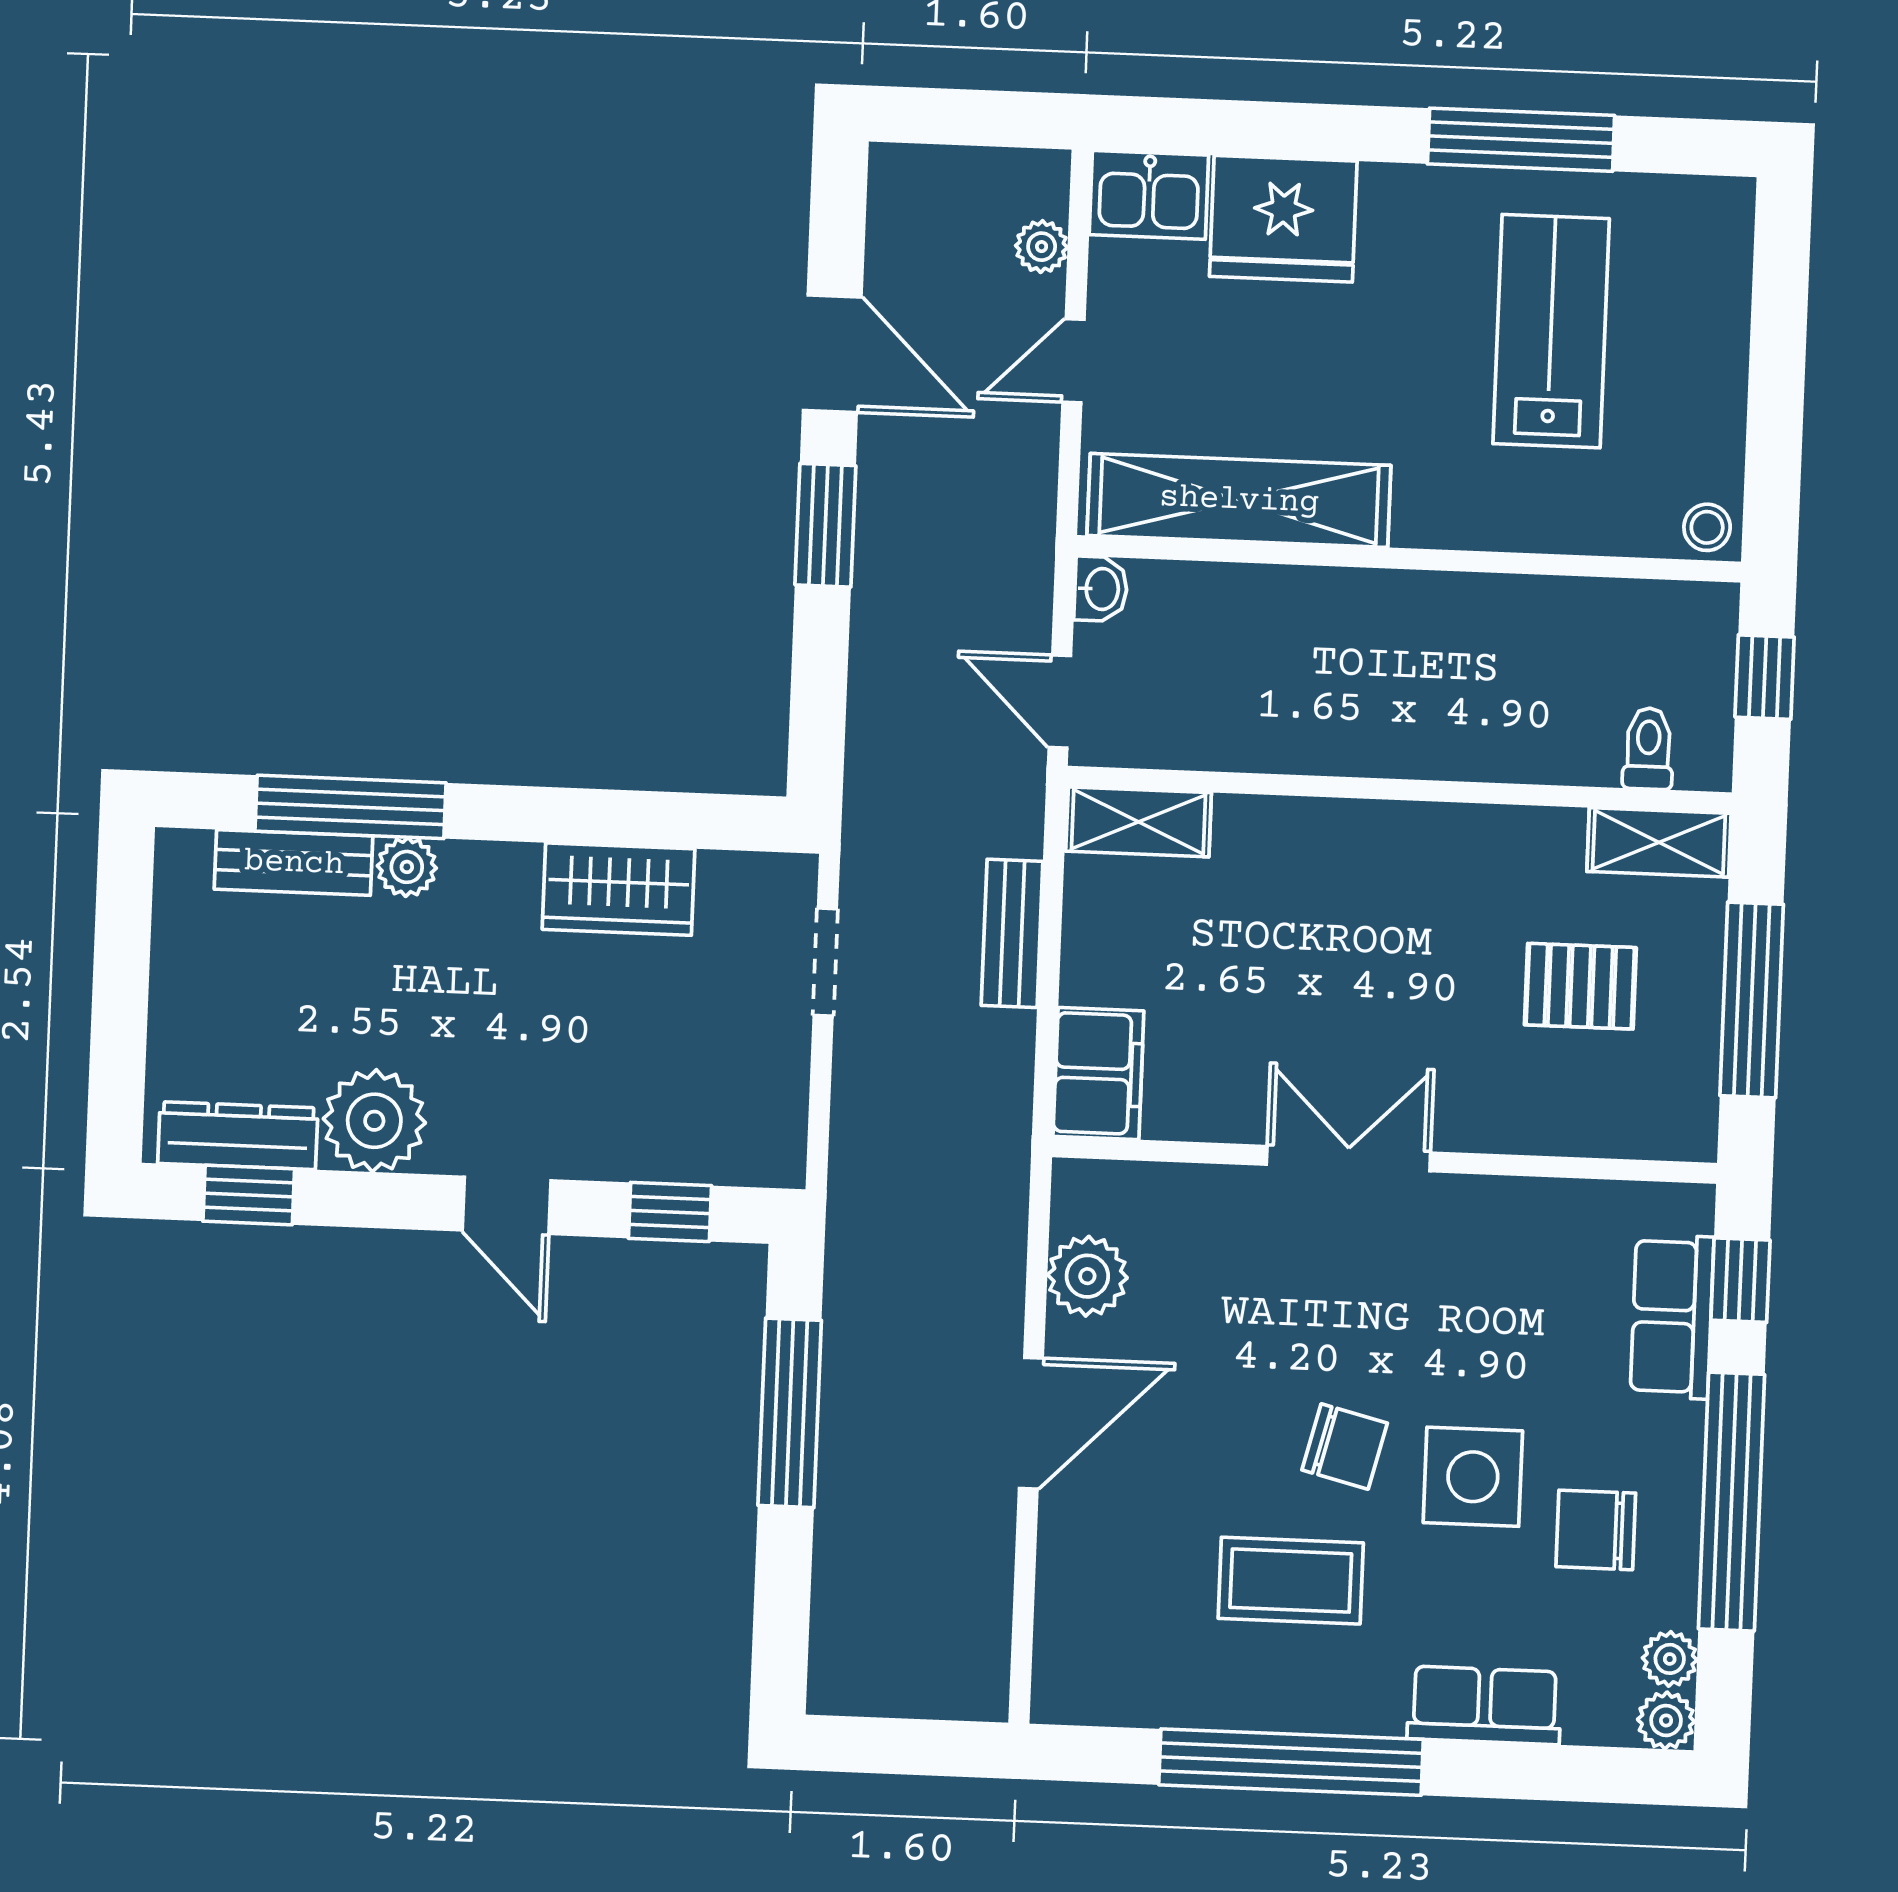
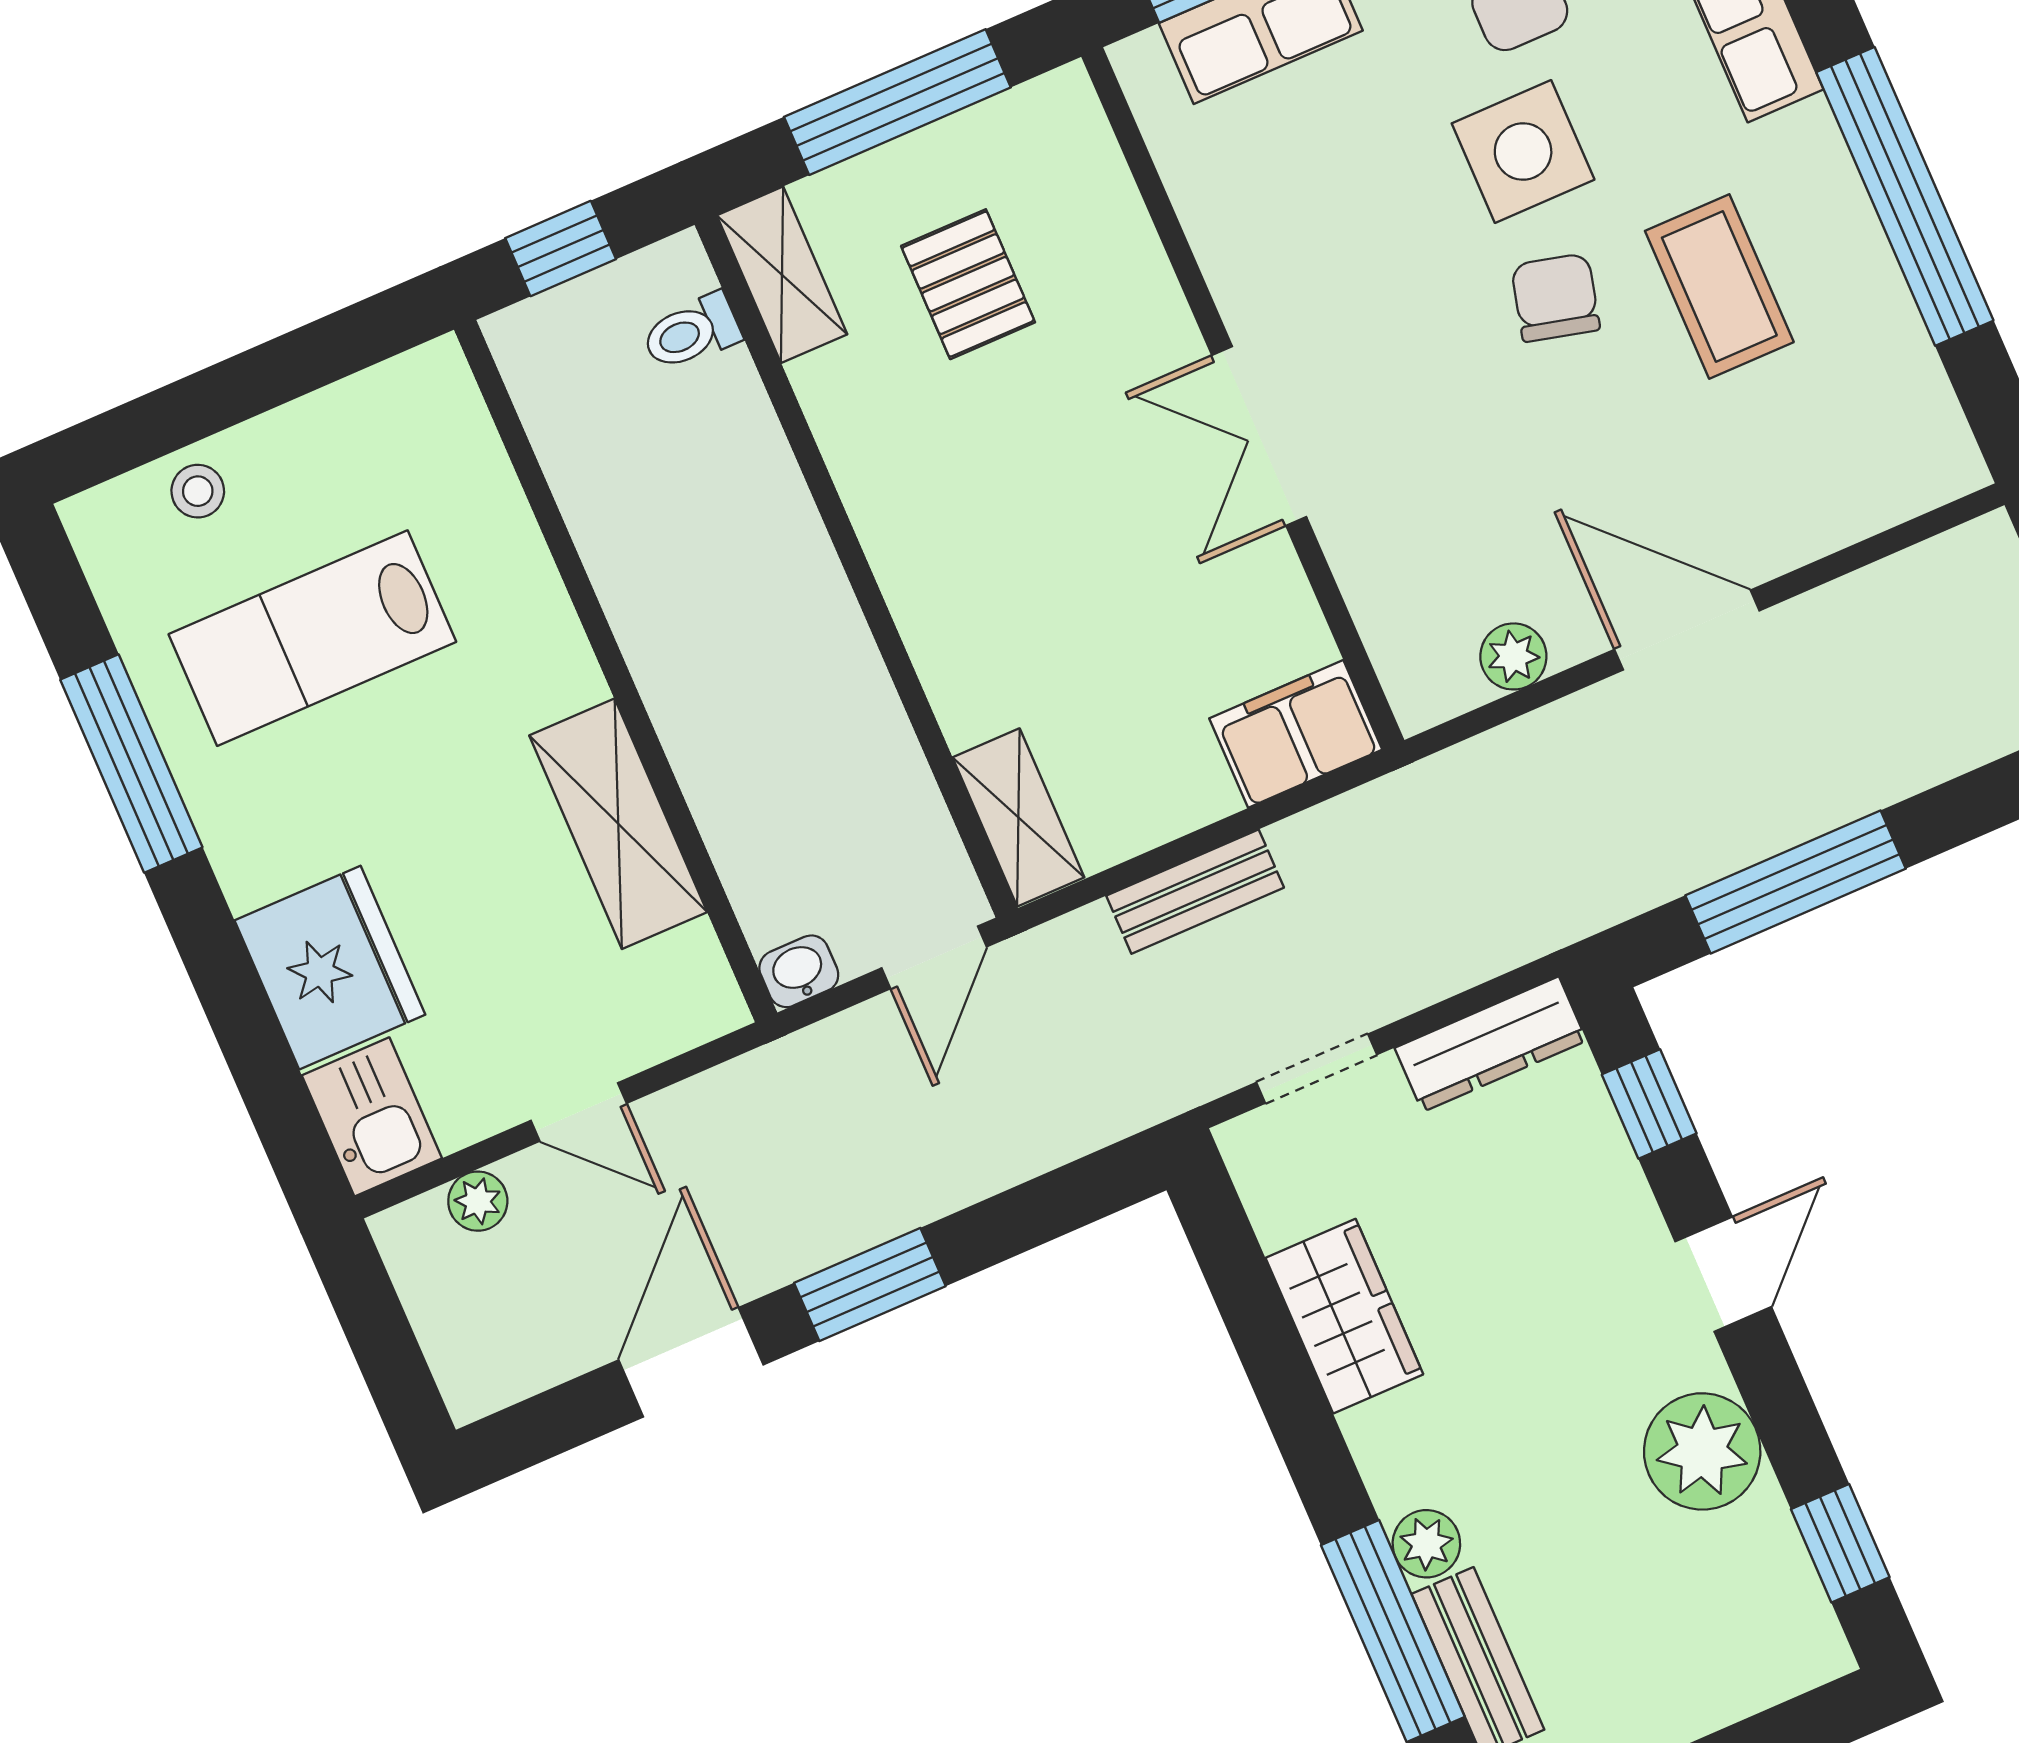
shelving: (1239, 500) -> (618, 824), width x0.68
stool: (1707, 527) -> (198, 491), moved
dresser: (238, 1136) -> (1491, 1044), moved, turned -90
plant: (1087, 1276) -> (1513, 656), width x0.73, depth x0.73

